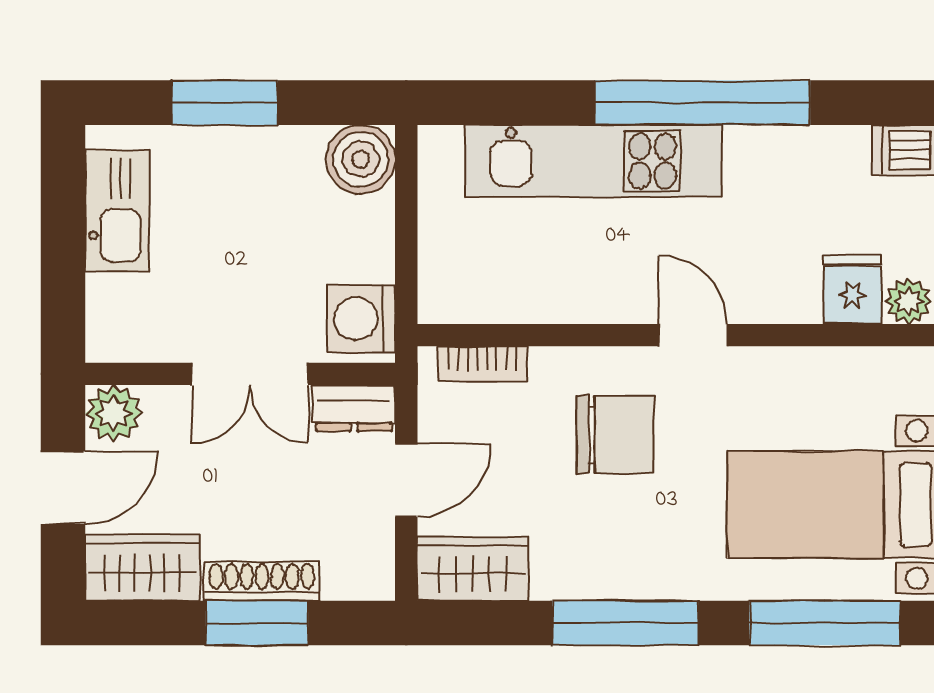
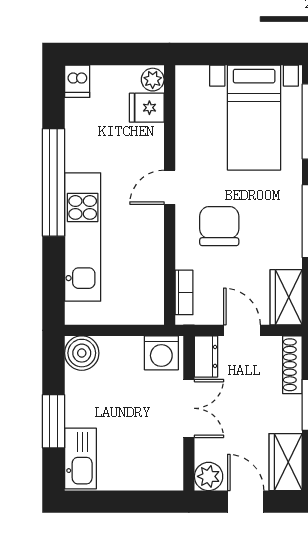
kitchen sink: (117, 211) -> (81, 458), moved, turned 90
shoe rack: (262, 581) -> (292, 365), moved

